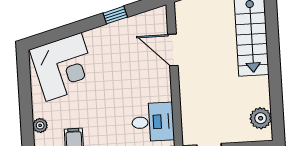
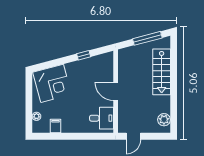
door: (173, 50) -> (116, 91), moved

